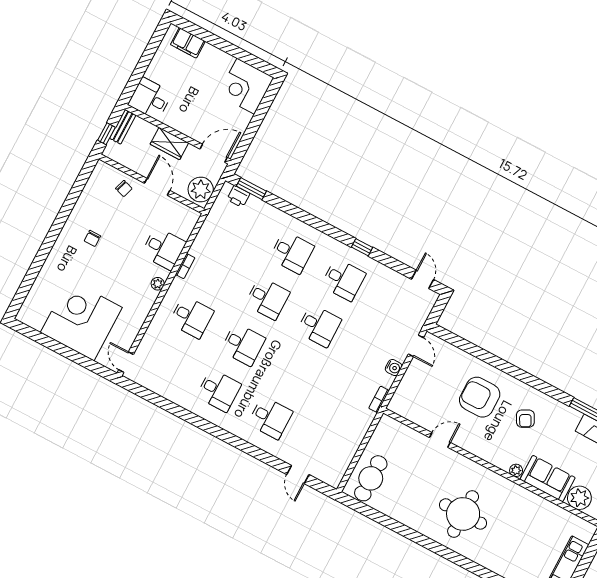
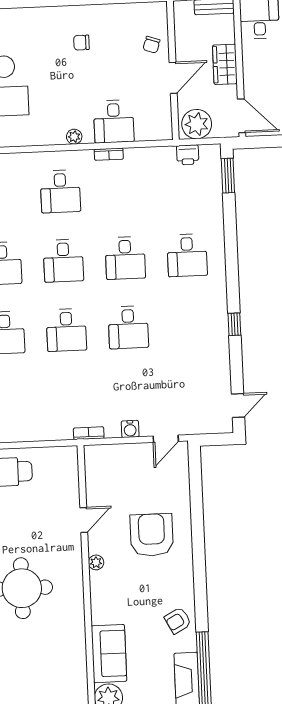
printer: (238, 197) -> (188, 155), moved, turned -90
desk: (343, 280) -> (66, 330), moved
armchair: (525, 419) -> (178, 621), moved
door: (440, 440) -> (84, 520), hinge flipped
plant: (516, 470) -> (96, 562), moved

